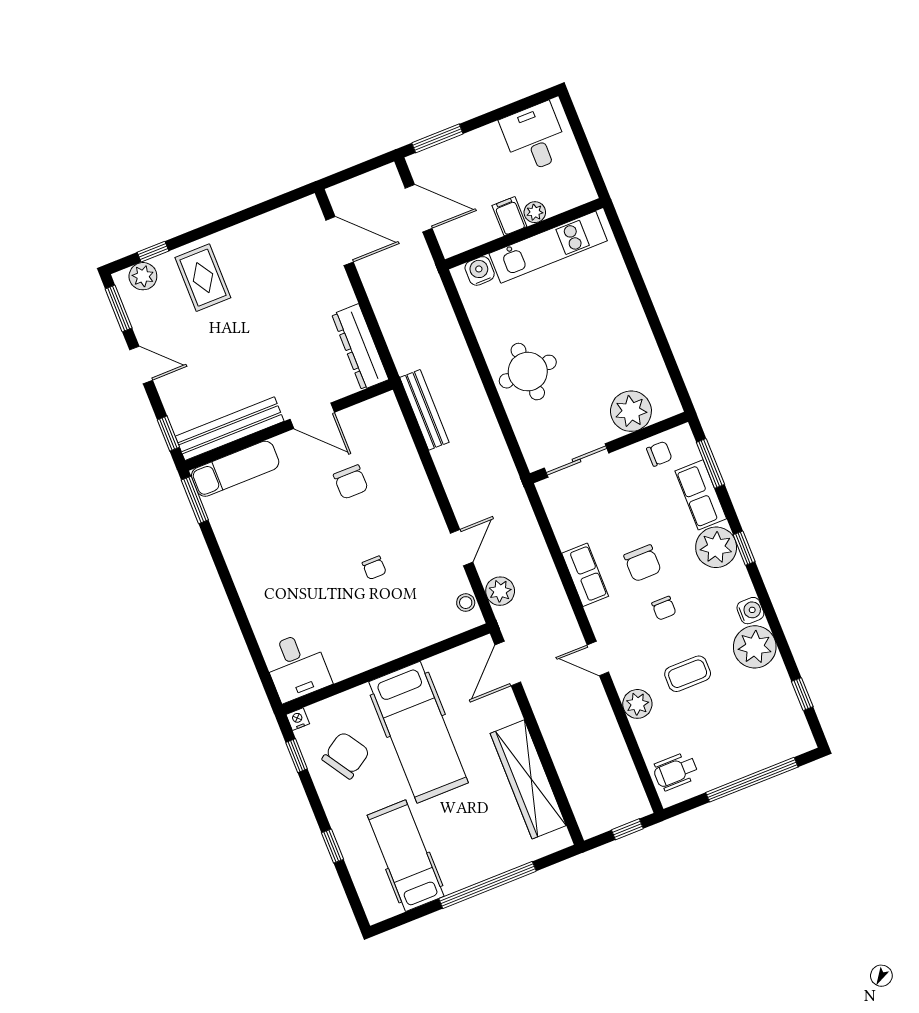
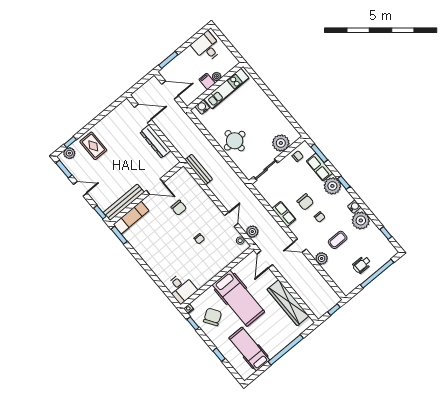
dresser: (360, 347) -> (155, 141), moved
wheelchair: (676, 771) -> (362, 265), moved

